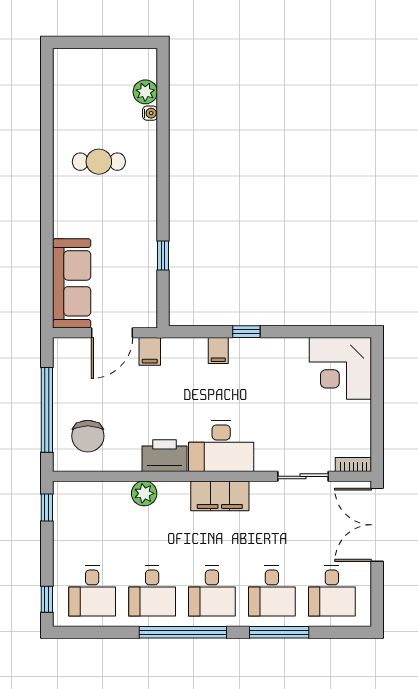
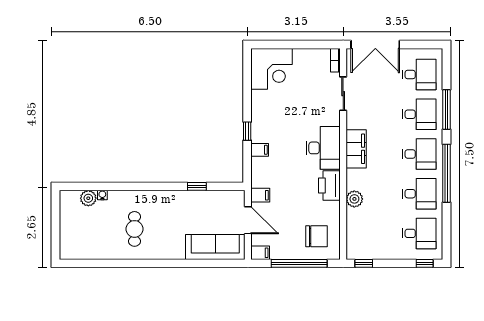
filing cabinet: (63, 351) -> (260, 253), added

